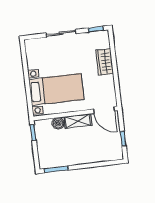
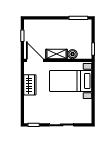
wardrobe: (105, 62) -> (30, 85), moved

